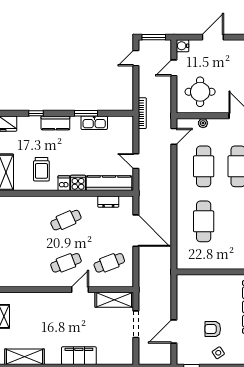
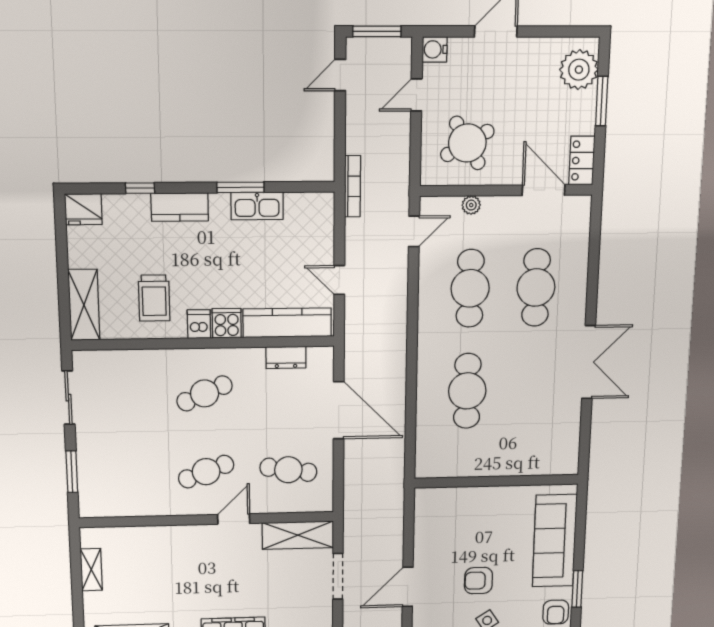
round table: (200, 92) -> (467, 143), turned -30
cafe table: (109, 263) -> (288, 470), turned 30

